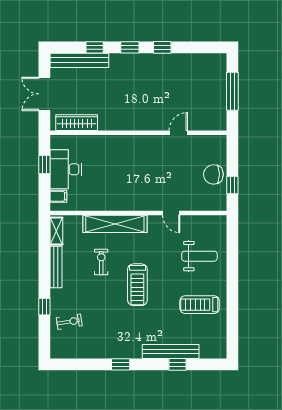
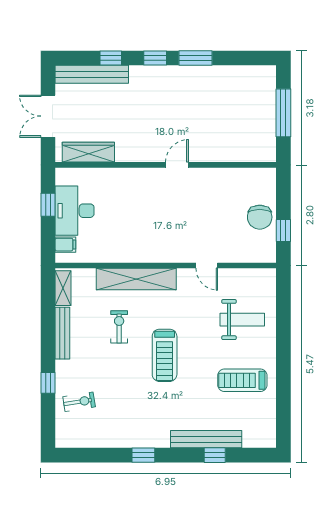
window: (162, 47) -> (196, 58), width x1.50
door: (178, 133) -> (177, 165), moved
chair: (213, 174) -> (260, 217), turned -90

